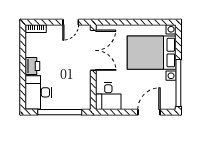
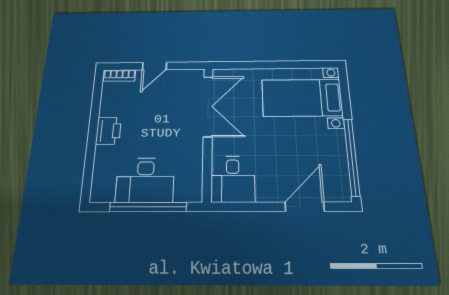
door: (71, 22) -> (155, 66), moved
bed with nightstands: (152, 53) -> (302, 98), width x0.73
desk: (38, 92) -> (145, 180), moved, turned -90

